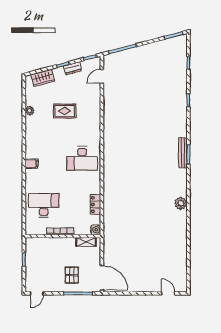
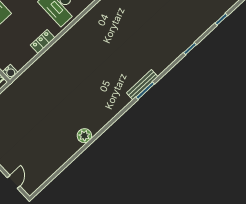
plant: (181, 203) -> (84, 136), moved
locker: (95, 204) -> (43, 41), moved

